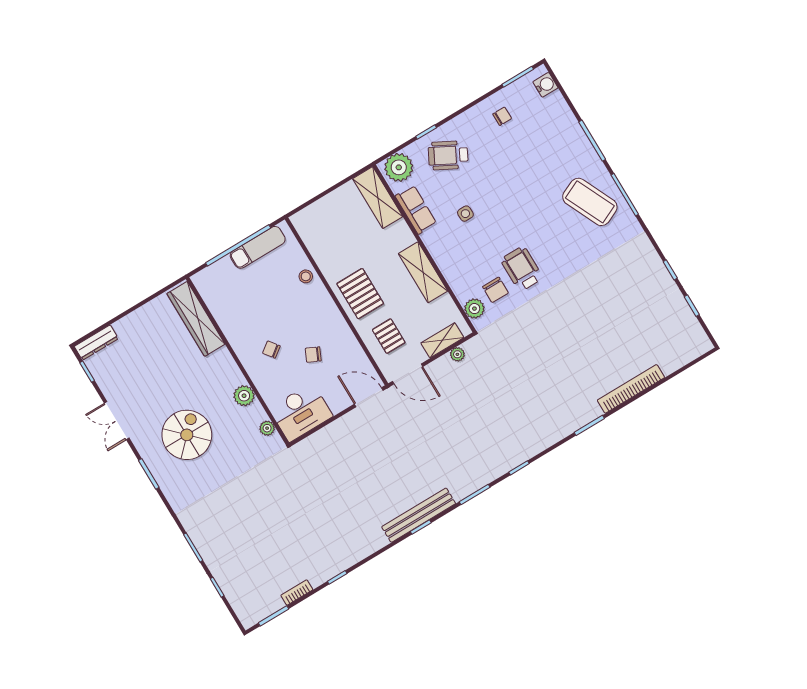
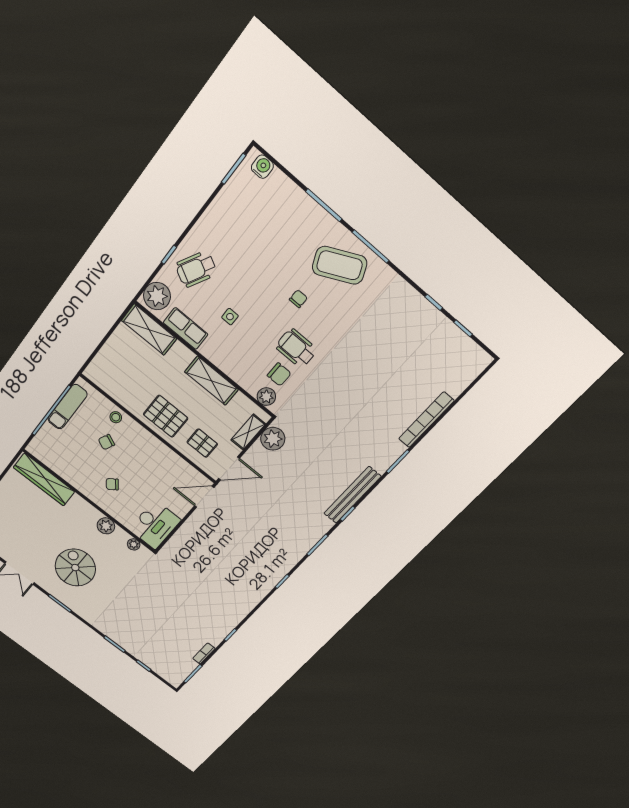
chair: (502, 116) -> (298, 299), moved
plant: (457, 354) -> (273, 439), width x1.88, depth x1.88
chair: (313, 355) -> (106, 442), moved
bench: (419, 515) -> (352, 495), moved

